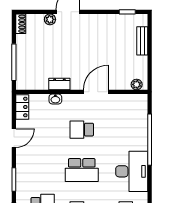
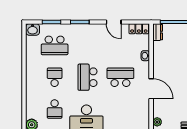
dresser: (59, 84) -> (158, 32), moved
school desk: (82, 130) -> (120, 77), width x1.85

